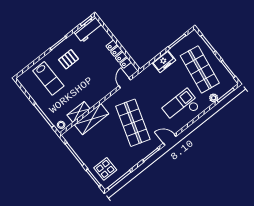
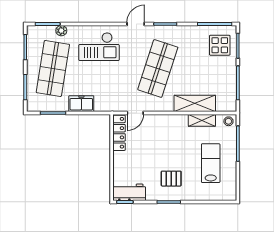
locker: (119, 54) -> (119, 133), moved
lab bench: (48, 78) -> (211, 163), moved
door: (170, 140) -> (136, 24), swing flipped

